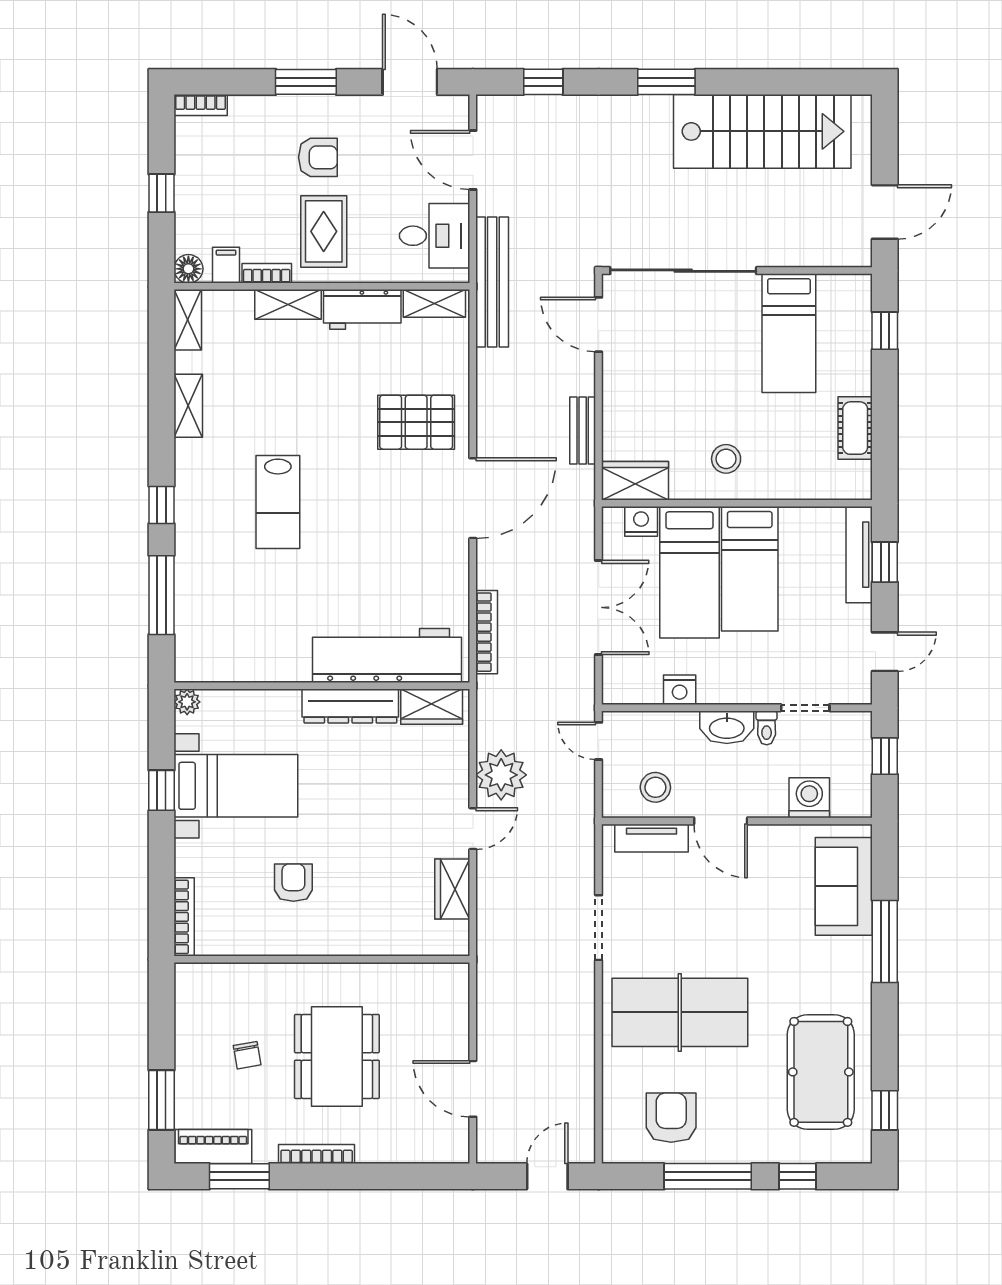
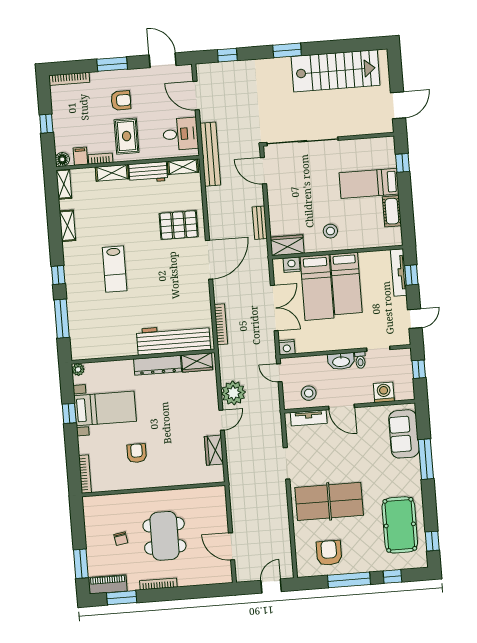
bookcase: (201, 105) -> (69, 79), width x1.56
bed: (789, 333) -> (369, 183), moved, turned 90
nightstand: (680, 690) -> (287, 347), moved

